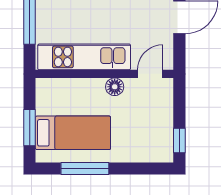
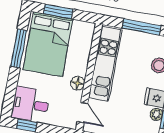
bed: (73, 133) -> (48, 44), width x1.50
desk: (152, 141) -> (31, 104), added

